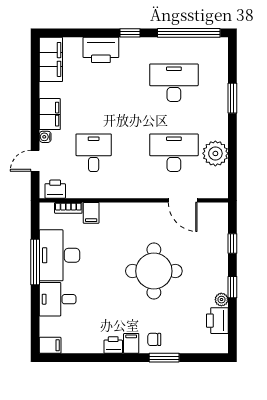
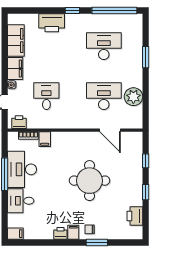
filing cabinet: (51, 59) -> (16, 41), moved
plant: (221, 300) -> (138, 201), removed

